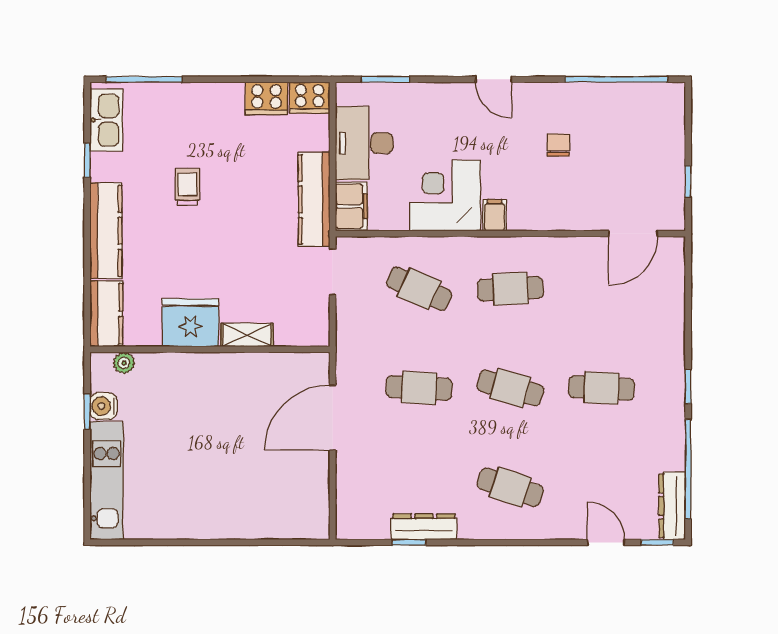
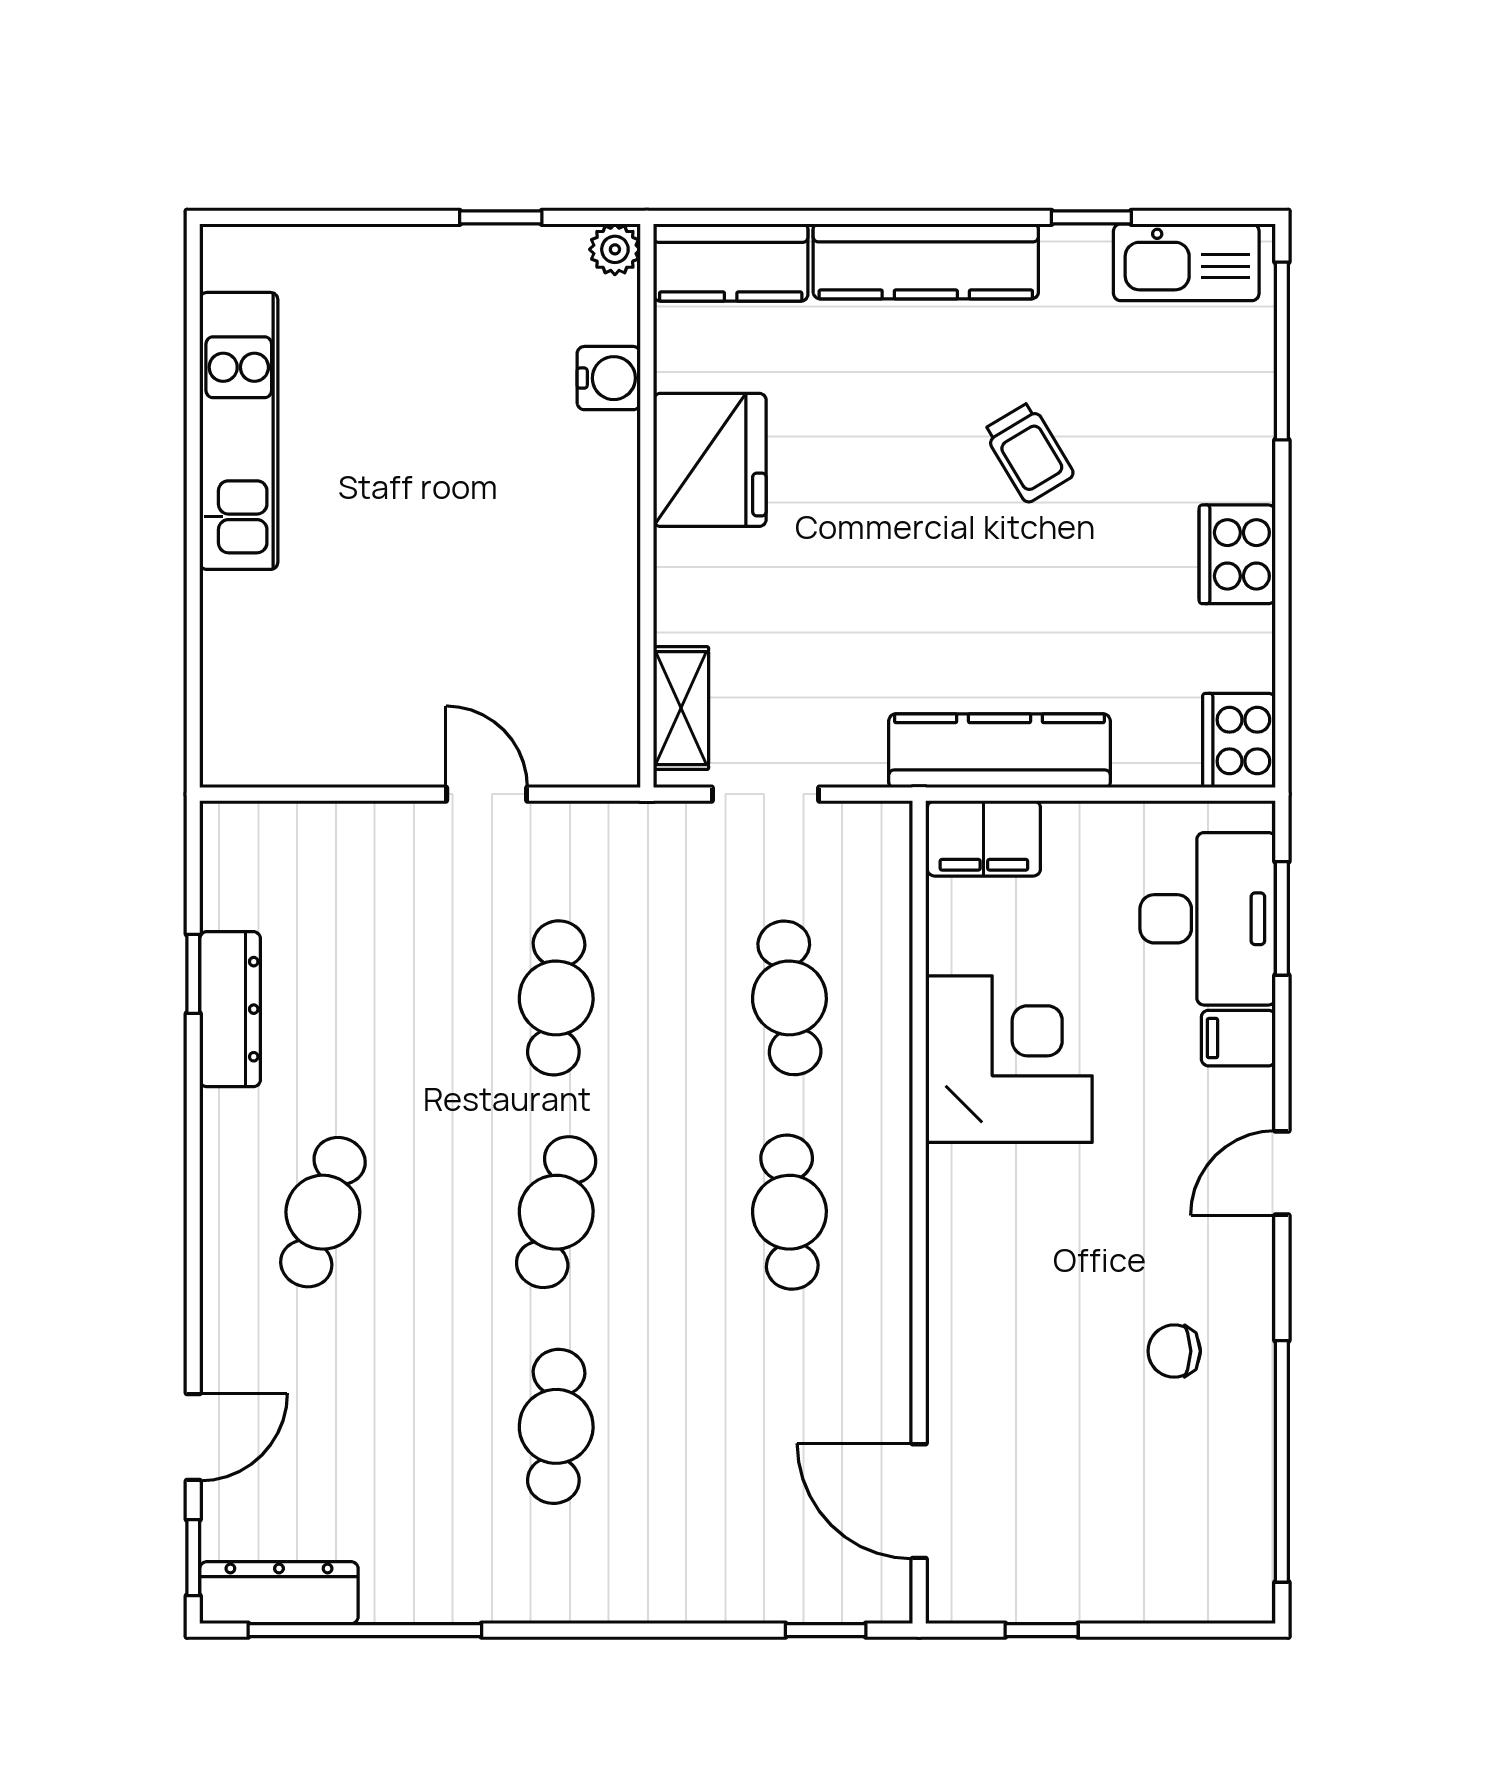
cooker: (266, 98) -> (1237, 554), moved
desk: (364, 143) -> (1208, 919), moved, turned 90
chair: (558, 145) -> (1174, 1351), moved, turned 180
trolley: (187, 187) -> (1029, 453), turned 59
filing cabinet: (495, 215) -> (1238, 1038), moved, turned 180
doorway: (333, 272) -> (765, 794), moved
cafe table: (419, 289) -> (789, 998), turned -30
shelving: (247, 335) -> (681, 708), moved
plant: (124, 363) -> (615, 249), moved
window: (688, 387) -> (826, 1630), moved
water cooler: (103, 406) -> (609, 378), moved, turned 90
door: (333, 418) -> (487, 794), width x0.53
kitchen unit: (107, 481) -> (239, 431), moved, turned -90

